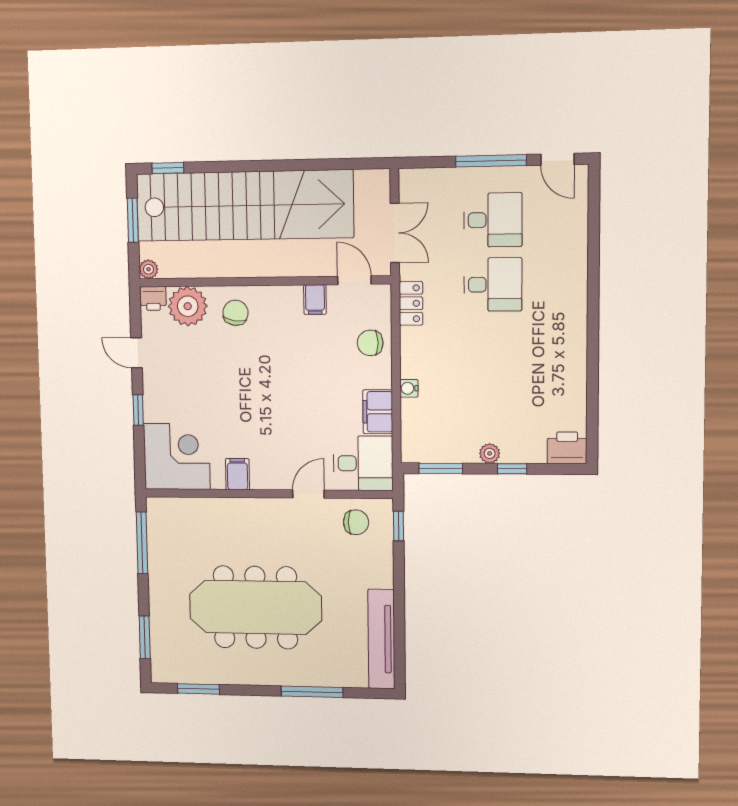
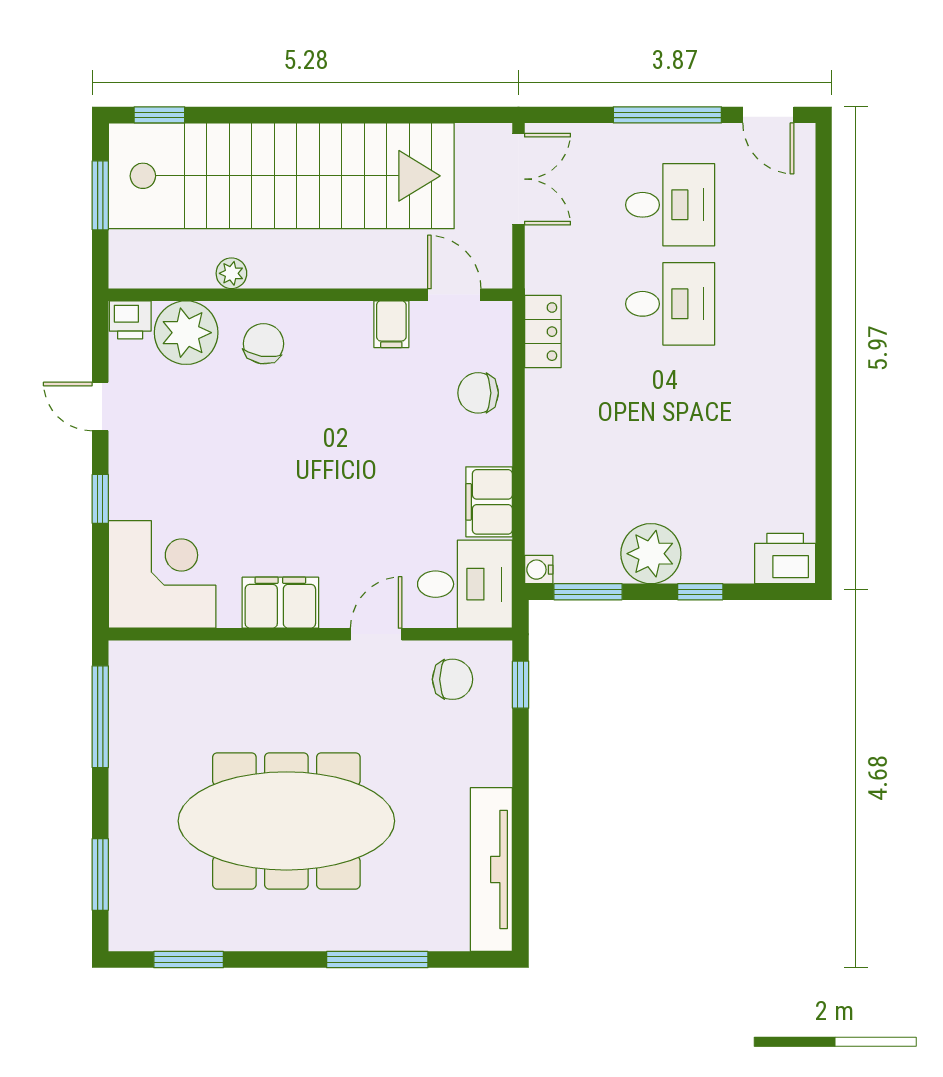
double door: (395, 233) -> (519, 179), moved
plant: (148, 269) -> (231, 273), moved
water cooler: (409, 388) -> (539, 570), moved
plant: (490, 453) -> (651, 554), width x1.88, depth x1.88
filing cabinet: (237, 474) -> (280, 603), width x2.00

